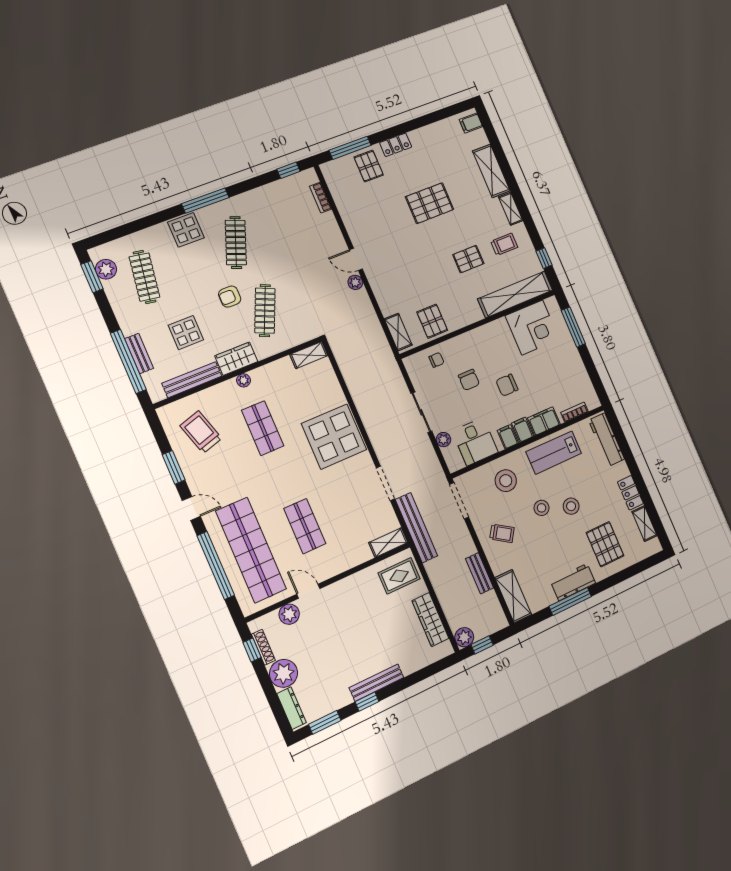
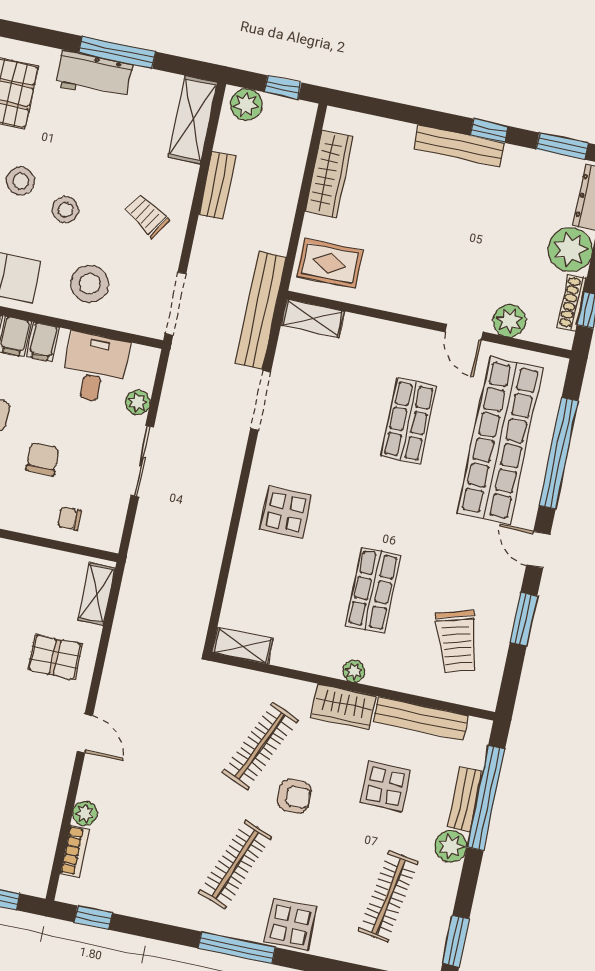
plant: (106, 269) -> (451, 846), moved
plant: (355, 282) -> (85, 813), moved
pallet: (432, 321) -> (55, 657), moved, turned 90
display table: (334, 437) -> (286, 512), width x0.54, depth x0.54
plant: (464, 637) -> (246, 105), moved

